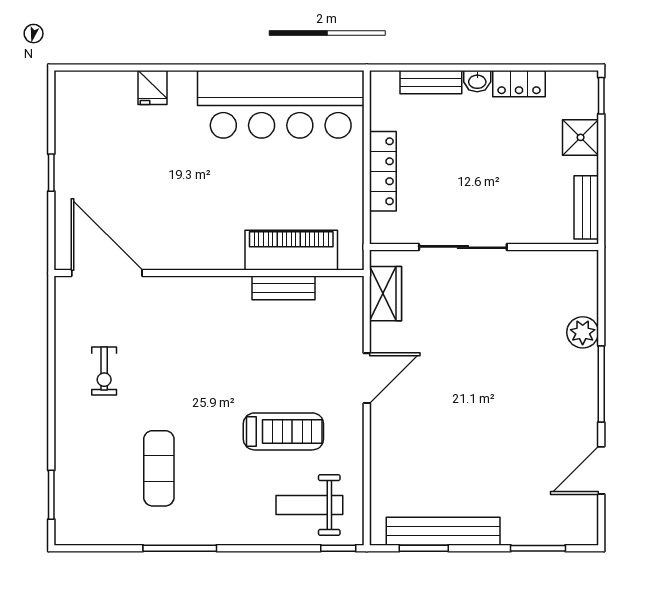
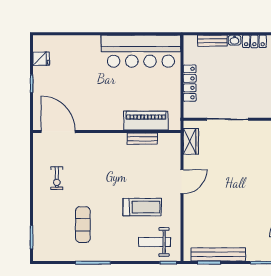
fridge: (153, 87) -> (41, 59), moved, turned -90

